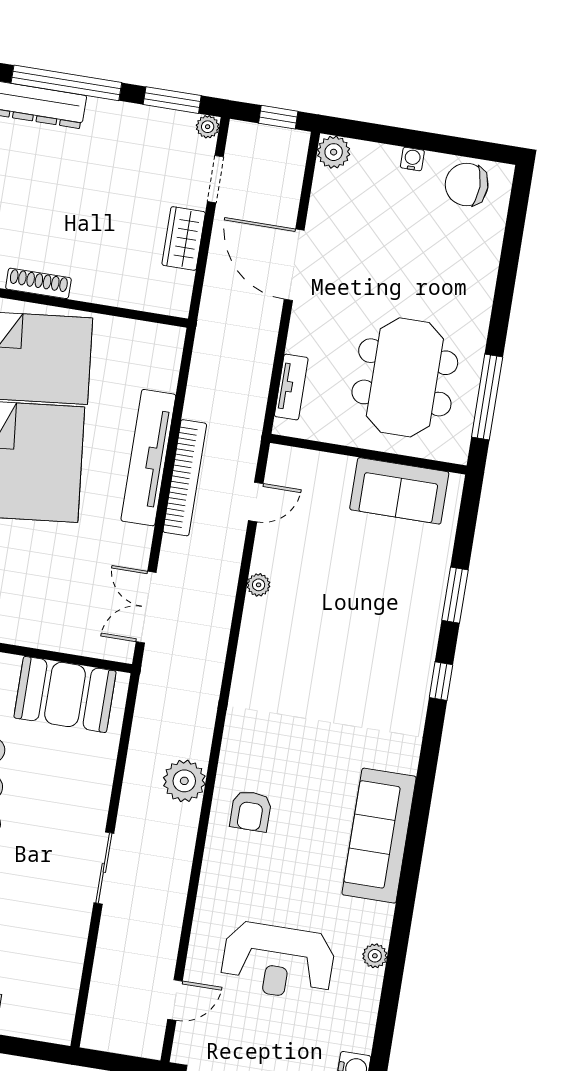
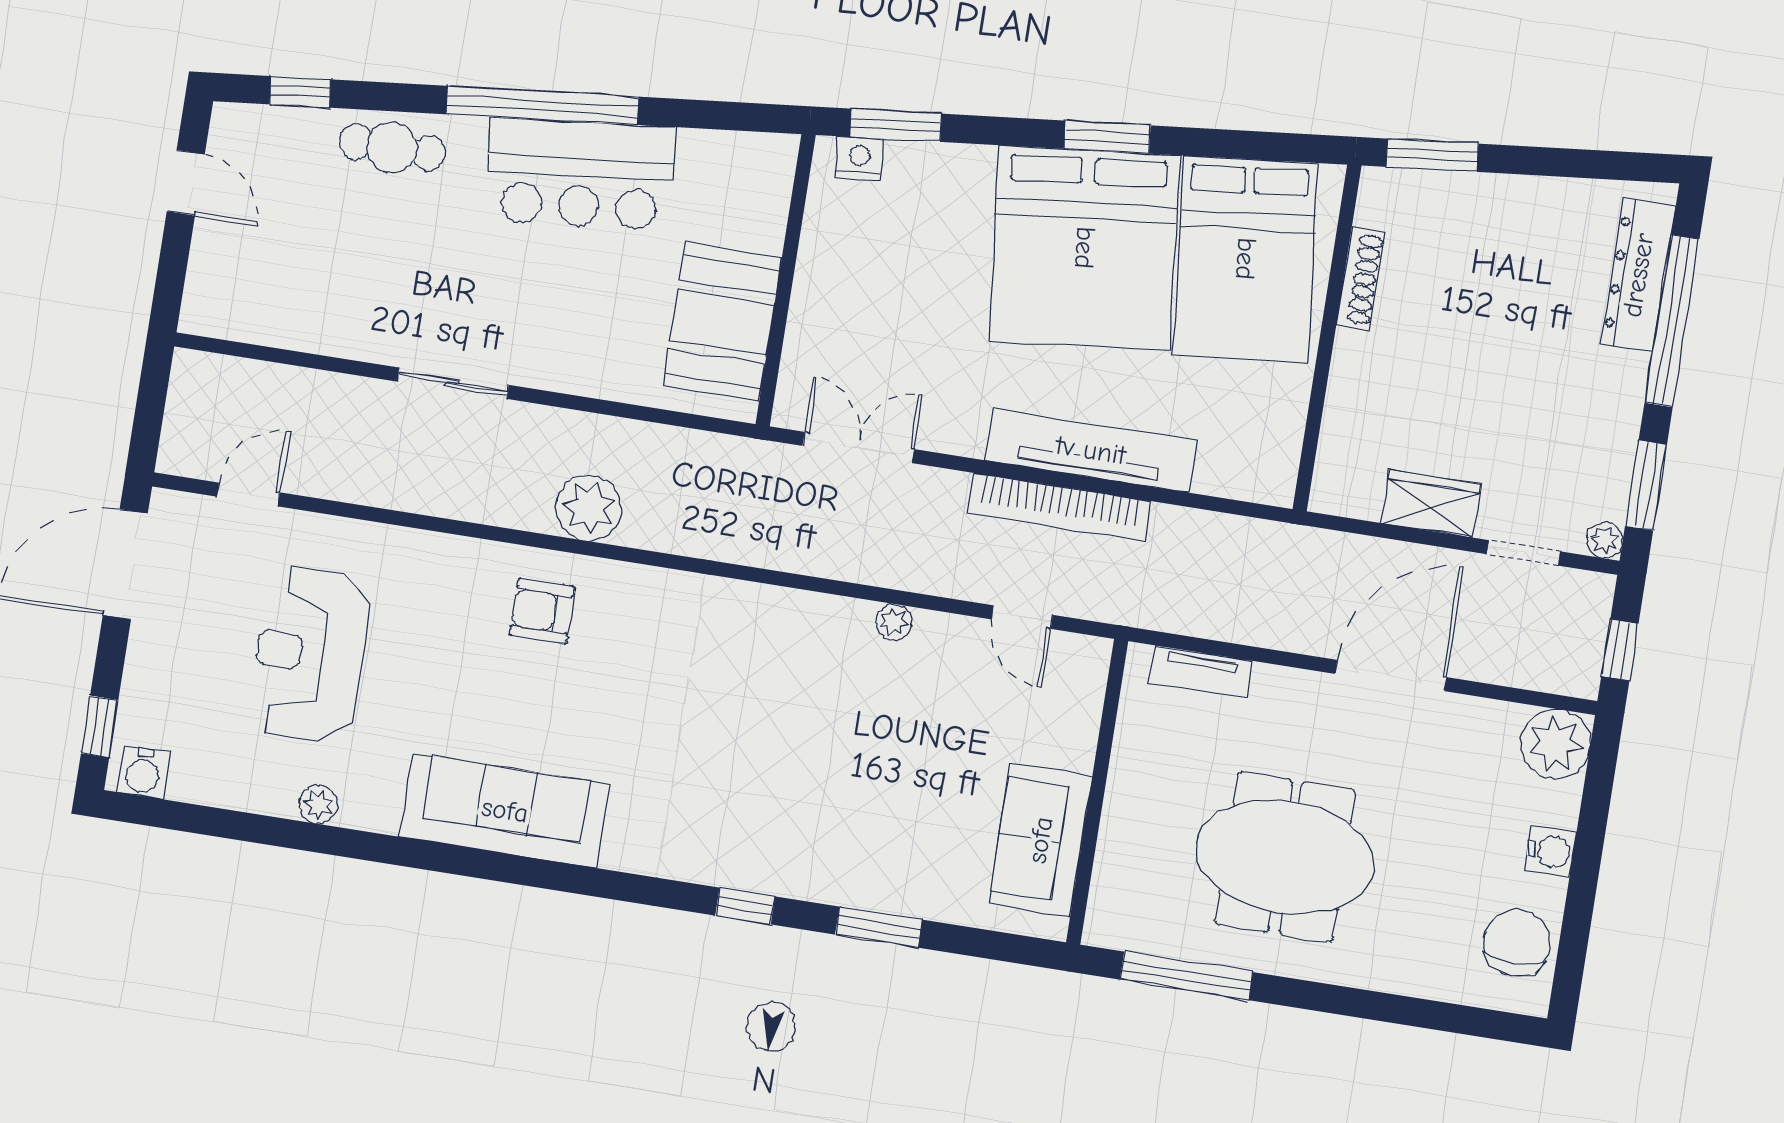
plant: (334, 152) -> (1555, 744), width x1.36, depth x1.36
water cooler: (412, 159) -> (1550, 851), width x1.38, depth x1.38
meeting table: (405, 377) -> (1285, 857), moved
door: (175, 1000) -> (248, 495), swing flipped

